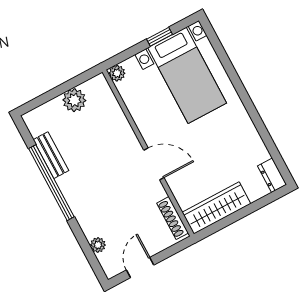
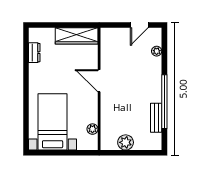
window: (159, 37) -> (57, 153), removed
plant: (117, 73) -> (92, 129), moved
dresser: (272, 175) -> (34, 53), moved
shoe rack: (173, 218) -> (105, 44), removed

